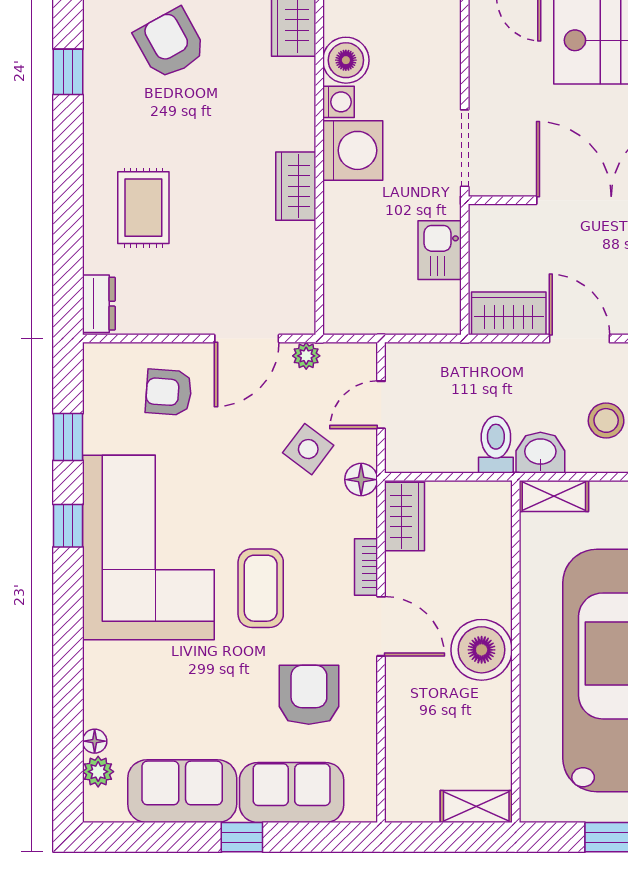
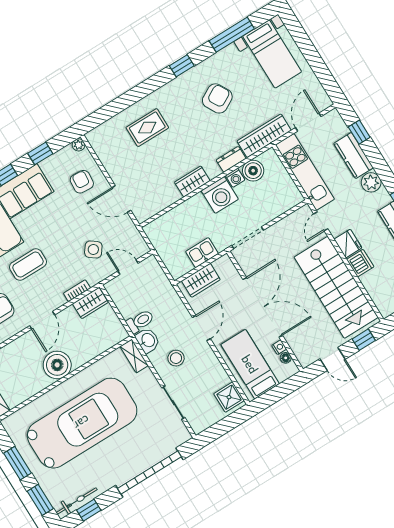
dresser: (99, 304) -> (231, 159), moved, turned 180
wardrobe: (509, 313) -> (201, 280), moved, turned 90
plant: (306, 356) -> (79, 145), moved
floor lamp: (361, 480) -> (94, 277), removed
bookcase: (366, 567) -> (77, 291), moved

